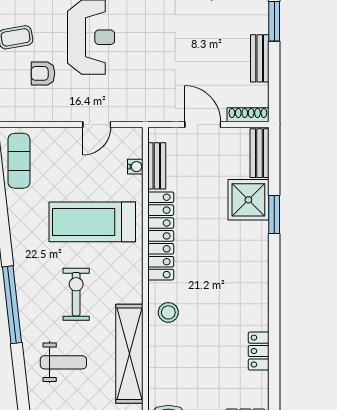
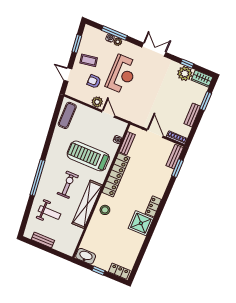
plant: (66, 110) -> (97, 102), added
door: (97, 124) -> (108, 114), swing flipped
shower: (248, 200) -> (141, 223), moved
window: (274, 214) -> (177, 168), moved
locker: (259, 351) -> (153, 206), moved
shelving: (129, 354) -> (87, 204), moved

